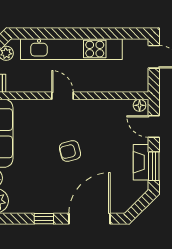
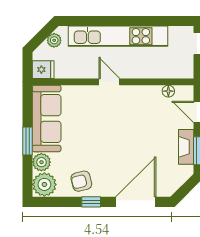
floor lamp: (140, 105) -> (168, 91), moved
armchair: (70, 151) -> (81, 181), moved

